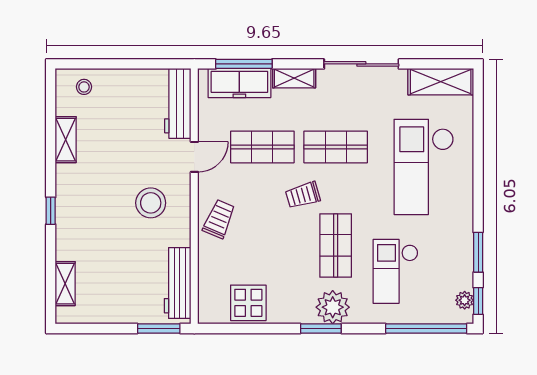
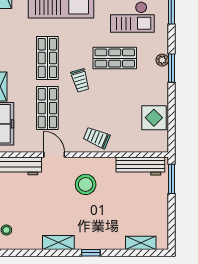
shelving: (66, 140) -> (58, 243), moved
plant: (333, 307) -> (162, 60), width x0.53, depth x0.53

